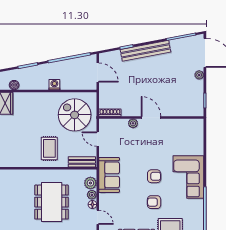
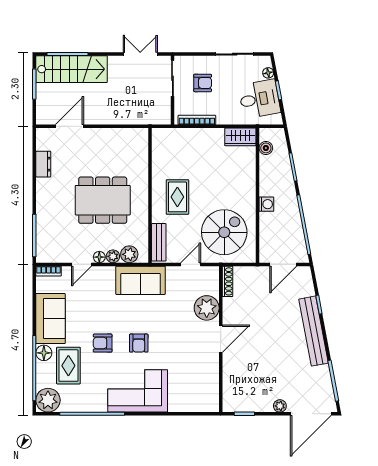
plant: (133, 123) -> (207, 308), width x1.87, depth x1.87
rug: (49, 148) -> (177, 197), turned 90
armchair: (154, 202) -> (103, 343), turned -90

